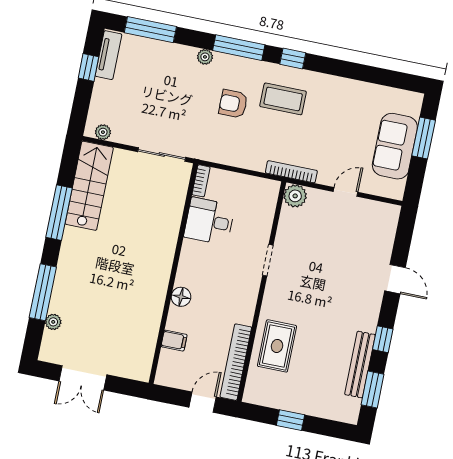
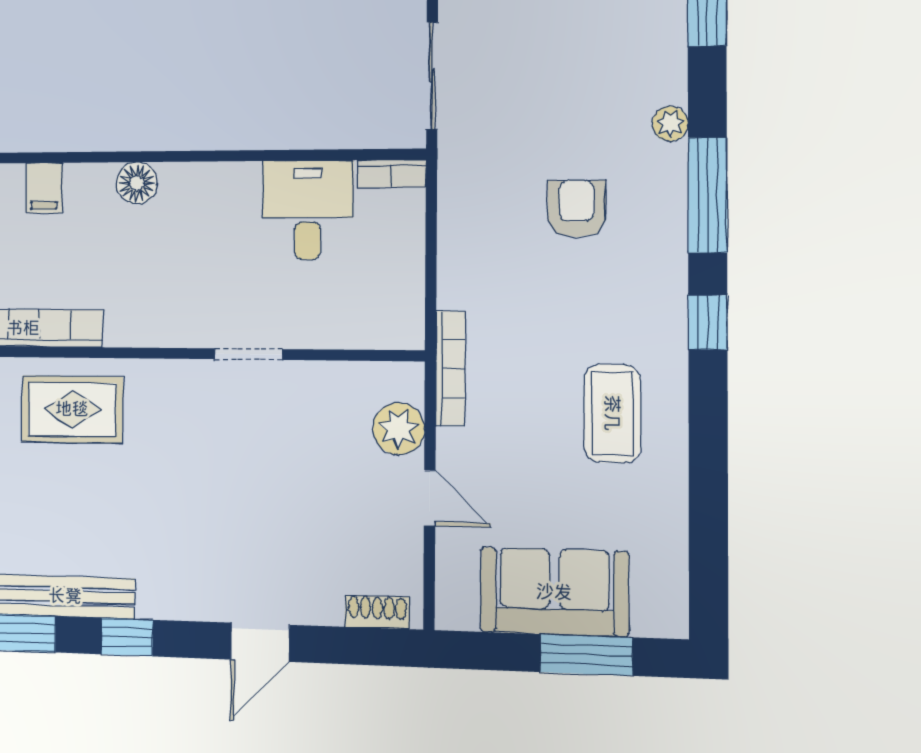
coffee table: (283, 99) -> (612, 413), moved
plant: (295, 196) -> (399, 429), moved
shoe rack: (391, 225) -> (377, 612), added

